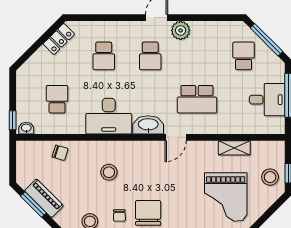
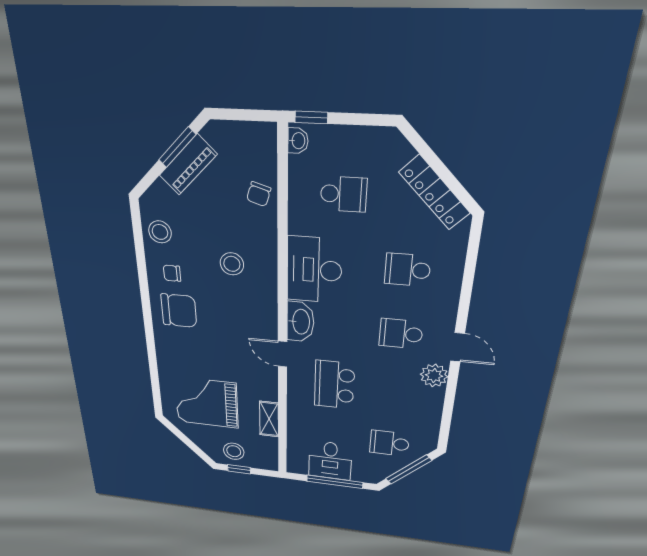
locker: (59, 39) -> (435, 193), width x1.53
school desk: (244, 56) -> (389, 443), turned 180

